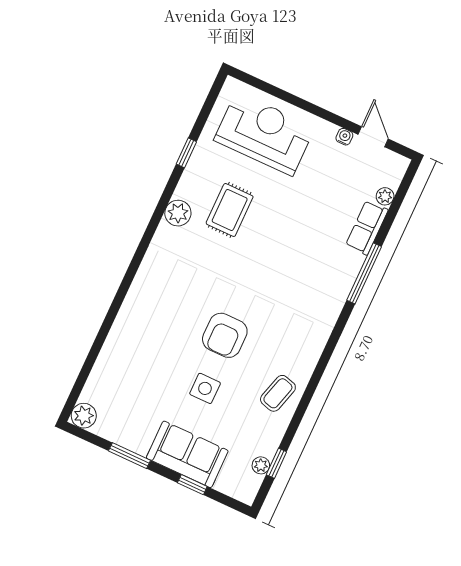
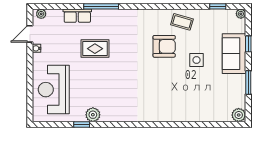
plant: (385, 196) -> (41, 14), moved
rug: (230, 210) -> (95, 49), moved
plant: (178, 213) -> (93, 115), moved
armchair: (225, 335) -> (164, 46), moved
plant: (261, 465) -> (241, 14), moved

